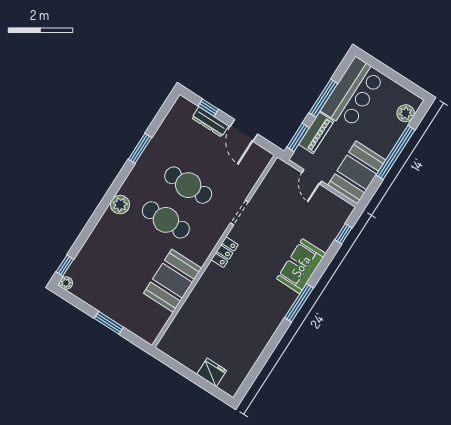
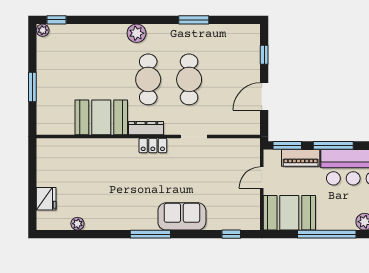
dresser: (210, 122) -> (146, 128), moved, turned 90
plant: (250, 359) -> (77, 224), added

